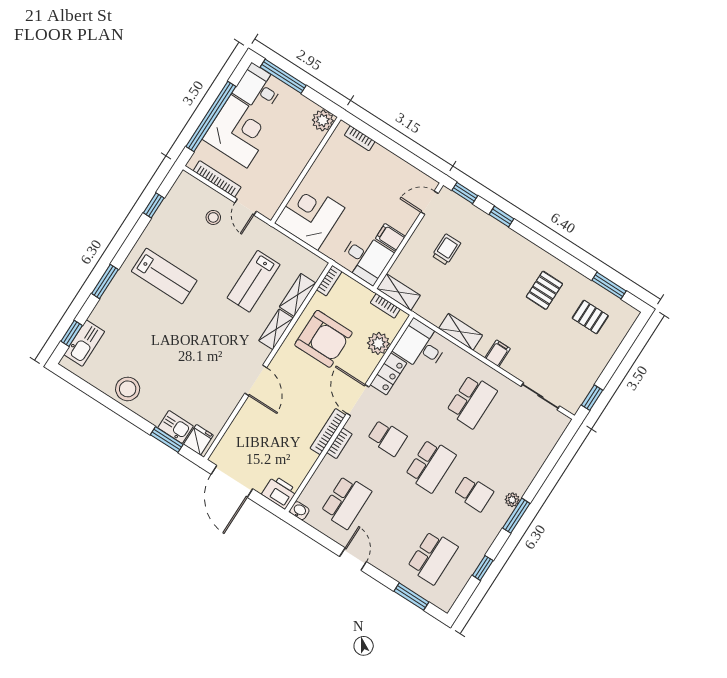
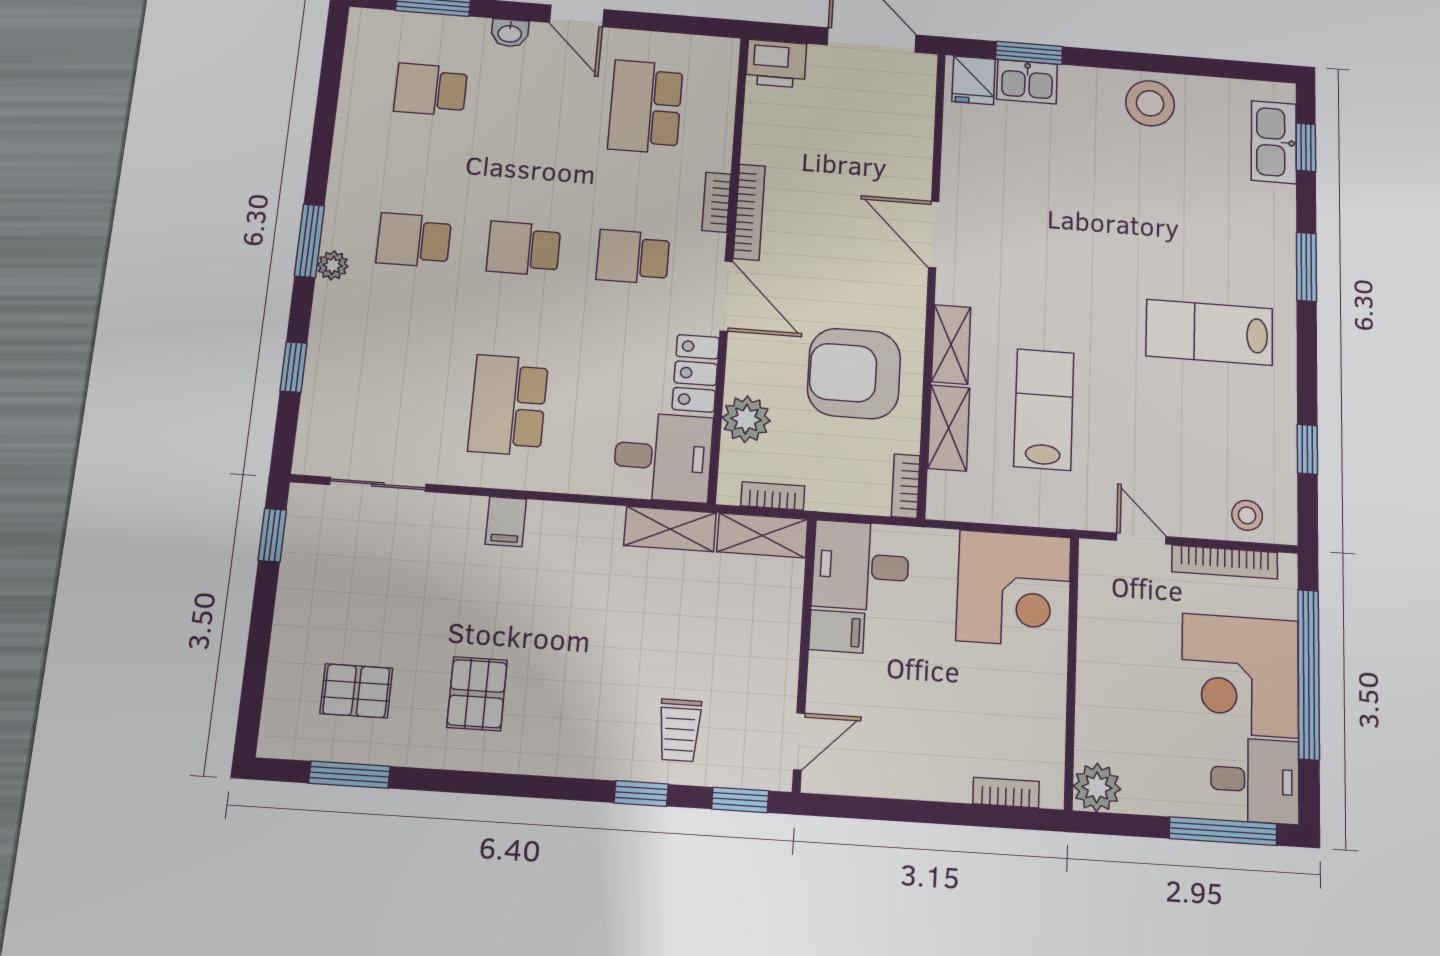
stool: (213, 217) -> (1247, 515), moved
trolley: (446, 250) -> (680, 730), moved
shelving: (461, 332) -> (670, 529), moved
school desk: (430, 466) -> (524, 249), width x0.54
washbasin: (299, 511) -> (510, 33), moved
school desk: (432, 557) -> (431, 90), width x0.54
window: (483, 568) -> (294, 367), moved

